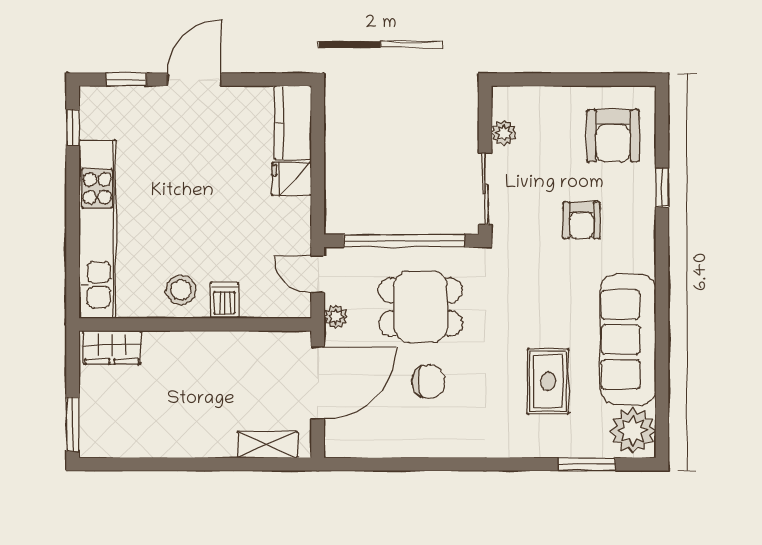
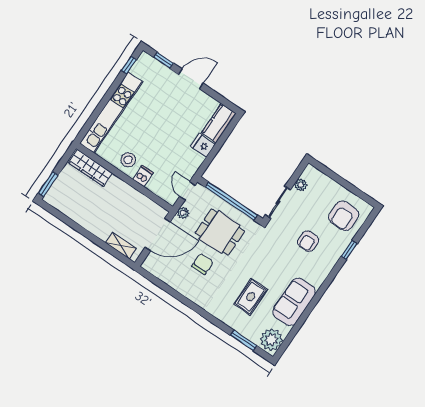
sofa: (628, 340) -> (294, 302), width x0.73
wardrobe: (112, 348) -> (91, 168), width x1.50
chair: (428, 381) -> (203, 264), turned -90

